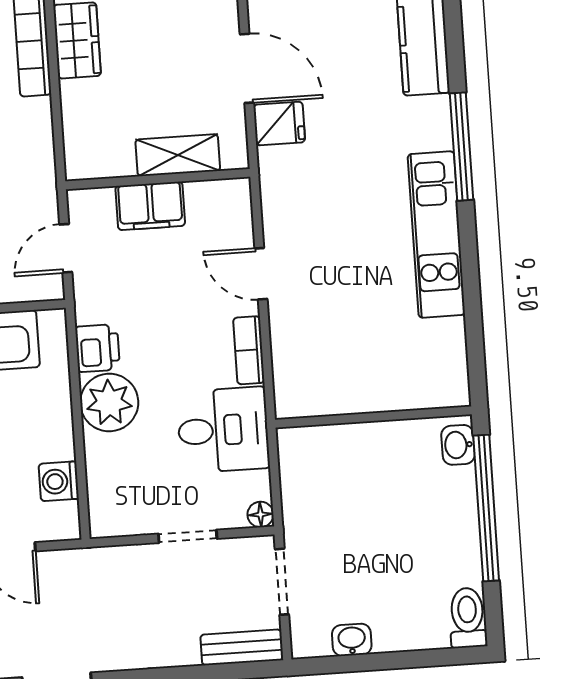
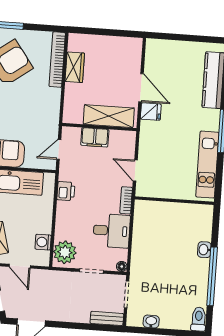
shelving: (178, 155) -> (109, 116), width x1.50, depth x1.33
plant: (109, 403) -> (65, 252), moved
wall: (373, 417) -> (174, 201), moved

